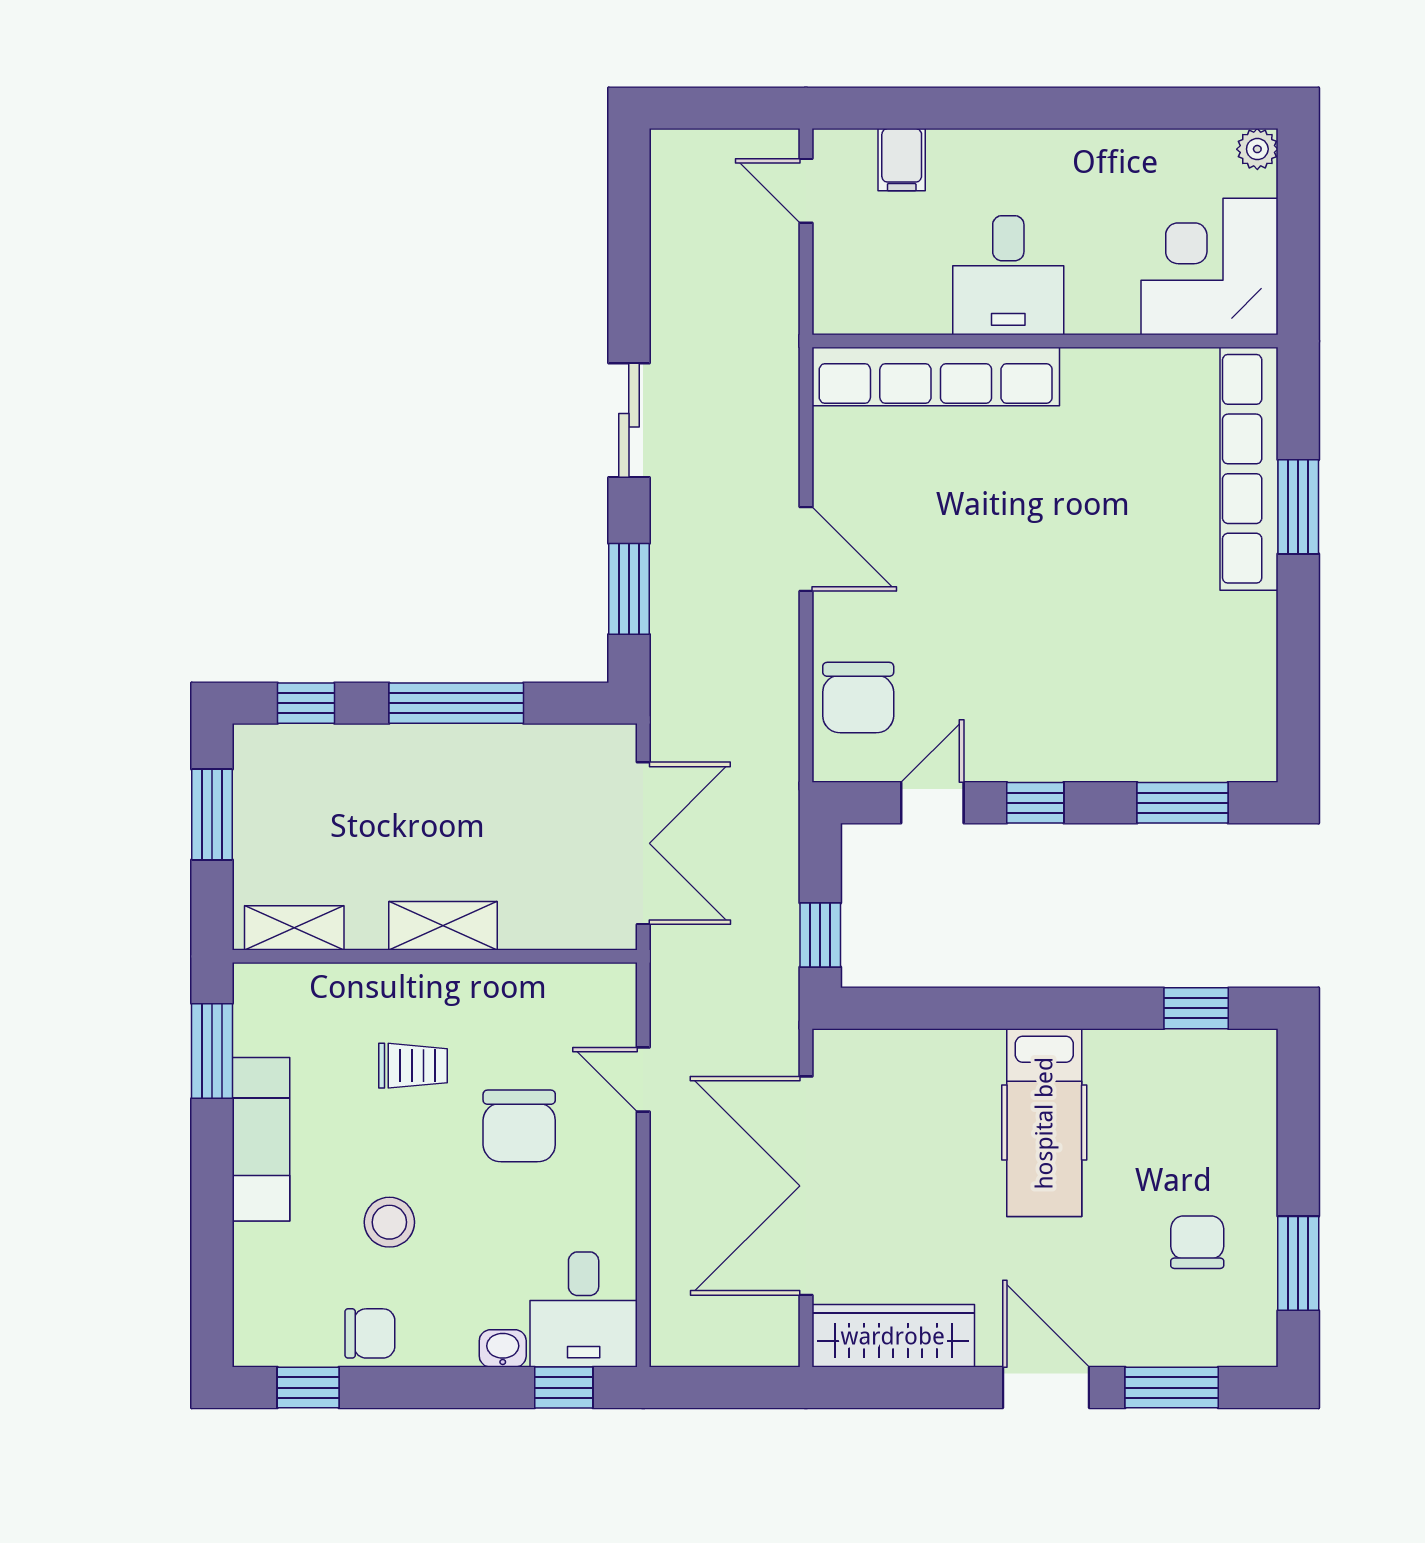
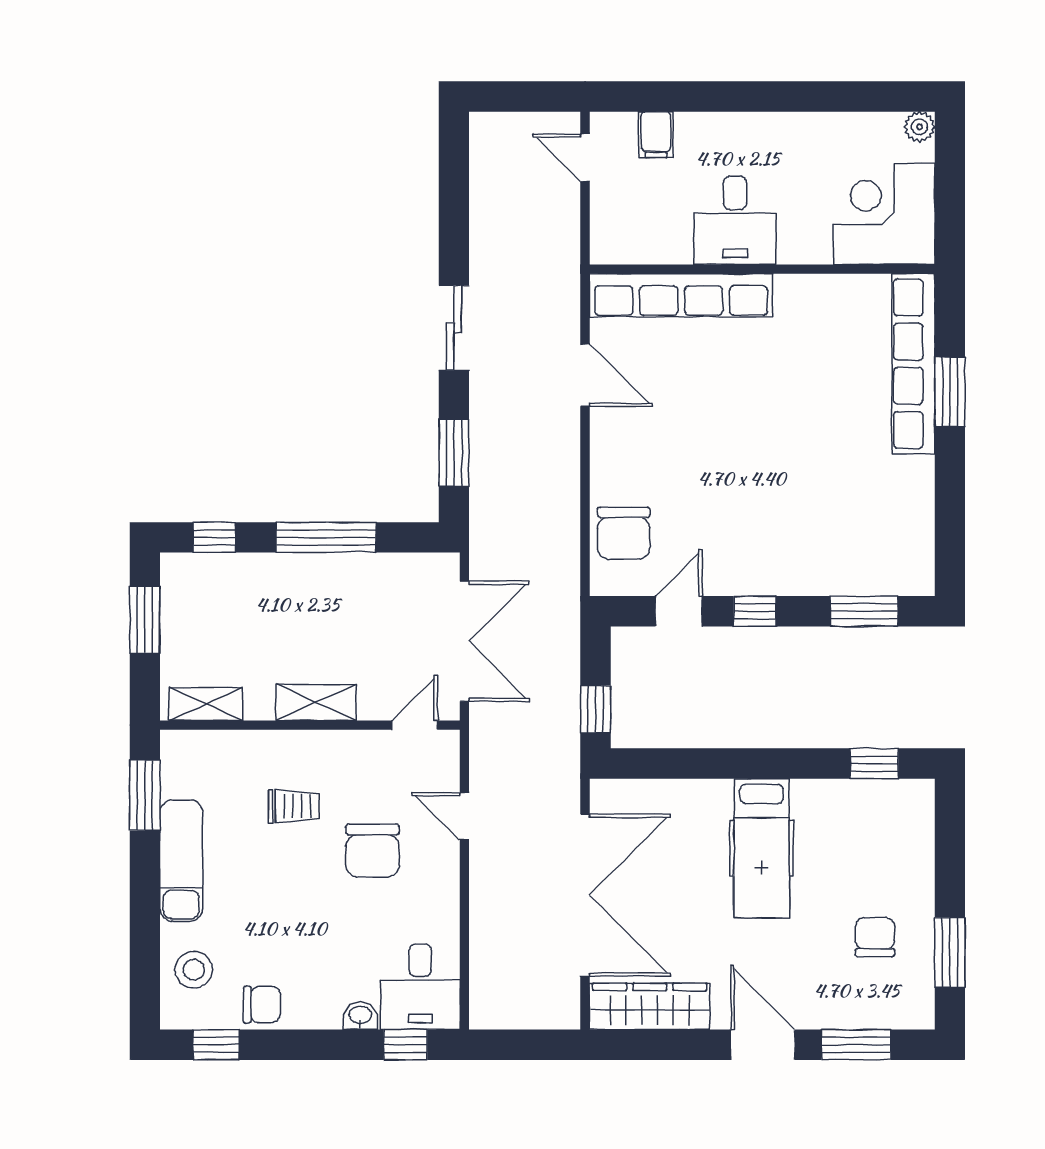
door: (806, 549) -> (585, 375), moved
door: (576, 956) -> (415, 725), added
double door: (806, 1186) -> (585, 895), swing flipped
stool: (389, 1222) -> (194, 970), moved

